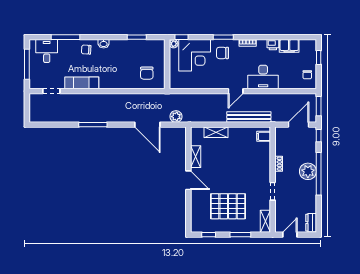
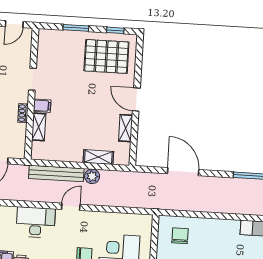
plant: (176, 117) -> (92, 176), moved
filing cabinet: (264, 136) -> (42, 106), moved
pallet: (228, 206) -> (106, 56), moved
shelving: (265, 221) -> (39, 127), moved

